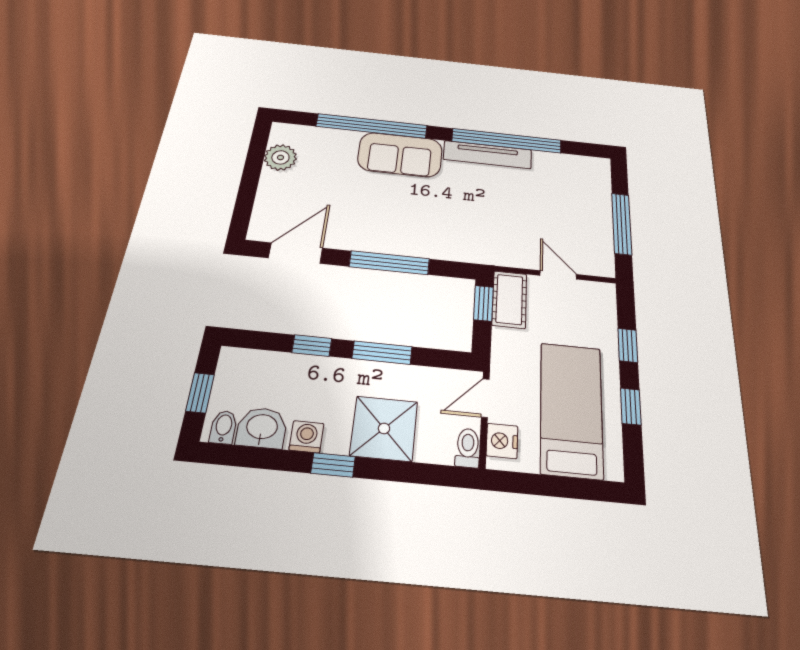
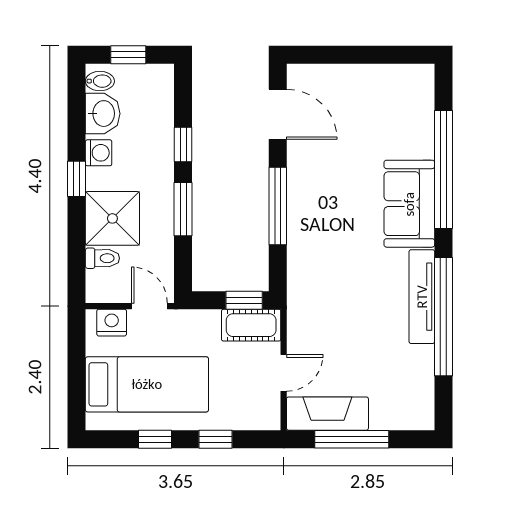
plant: (280, 157) -> (389, 80), removed
fireplace: (598, 241) -> (327, 414), added
toilet: (468, 448) -> (102, 258), moved

